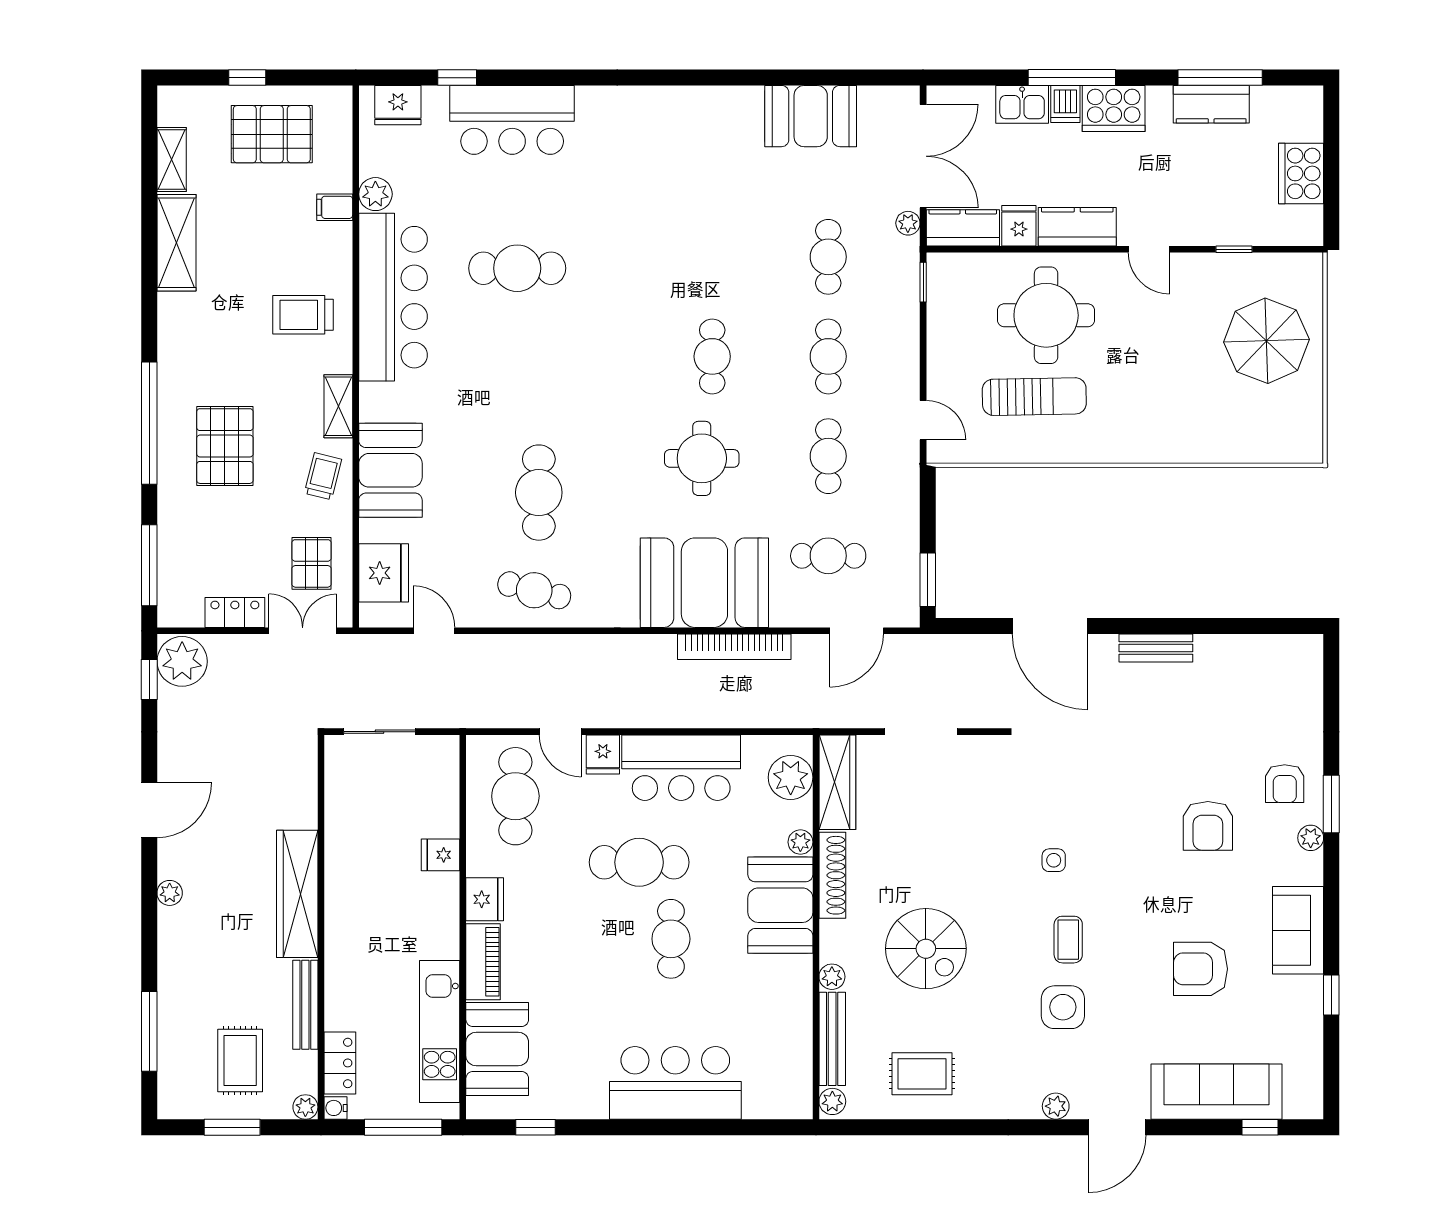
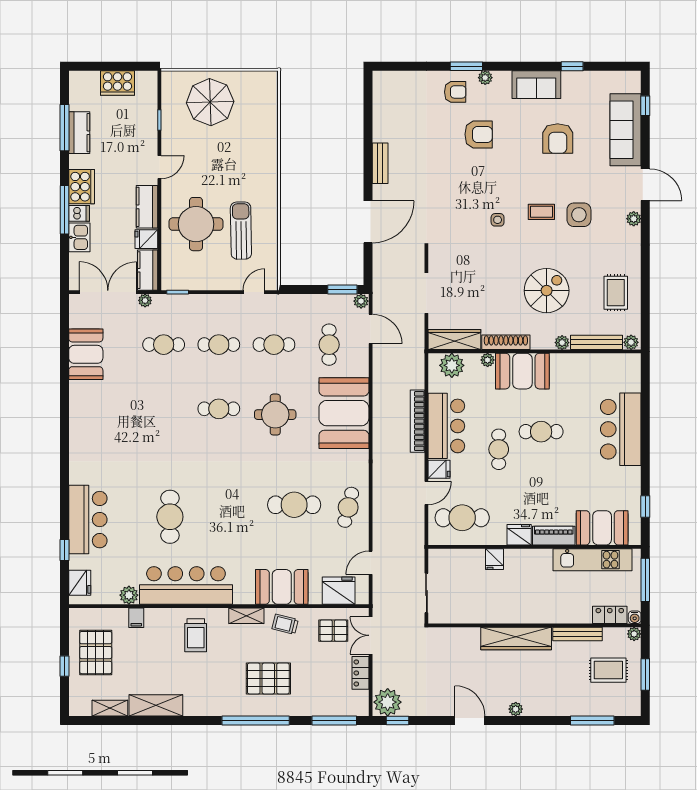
plant: (907, 613) -> (361, 301), added
bookcase: (734, 647) -> (418, 421), moved, turned 180
cafe table: (639, 862) -> (499, 449), width x0.73, depth x0.74

